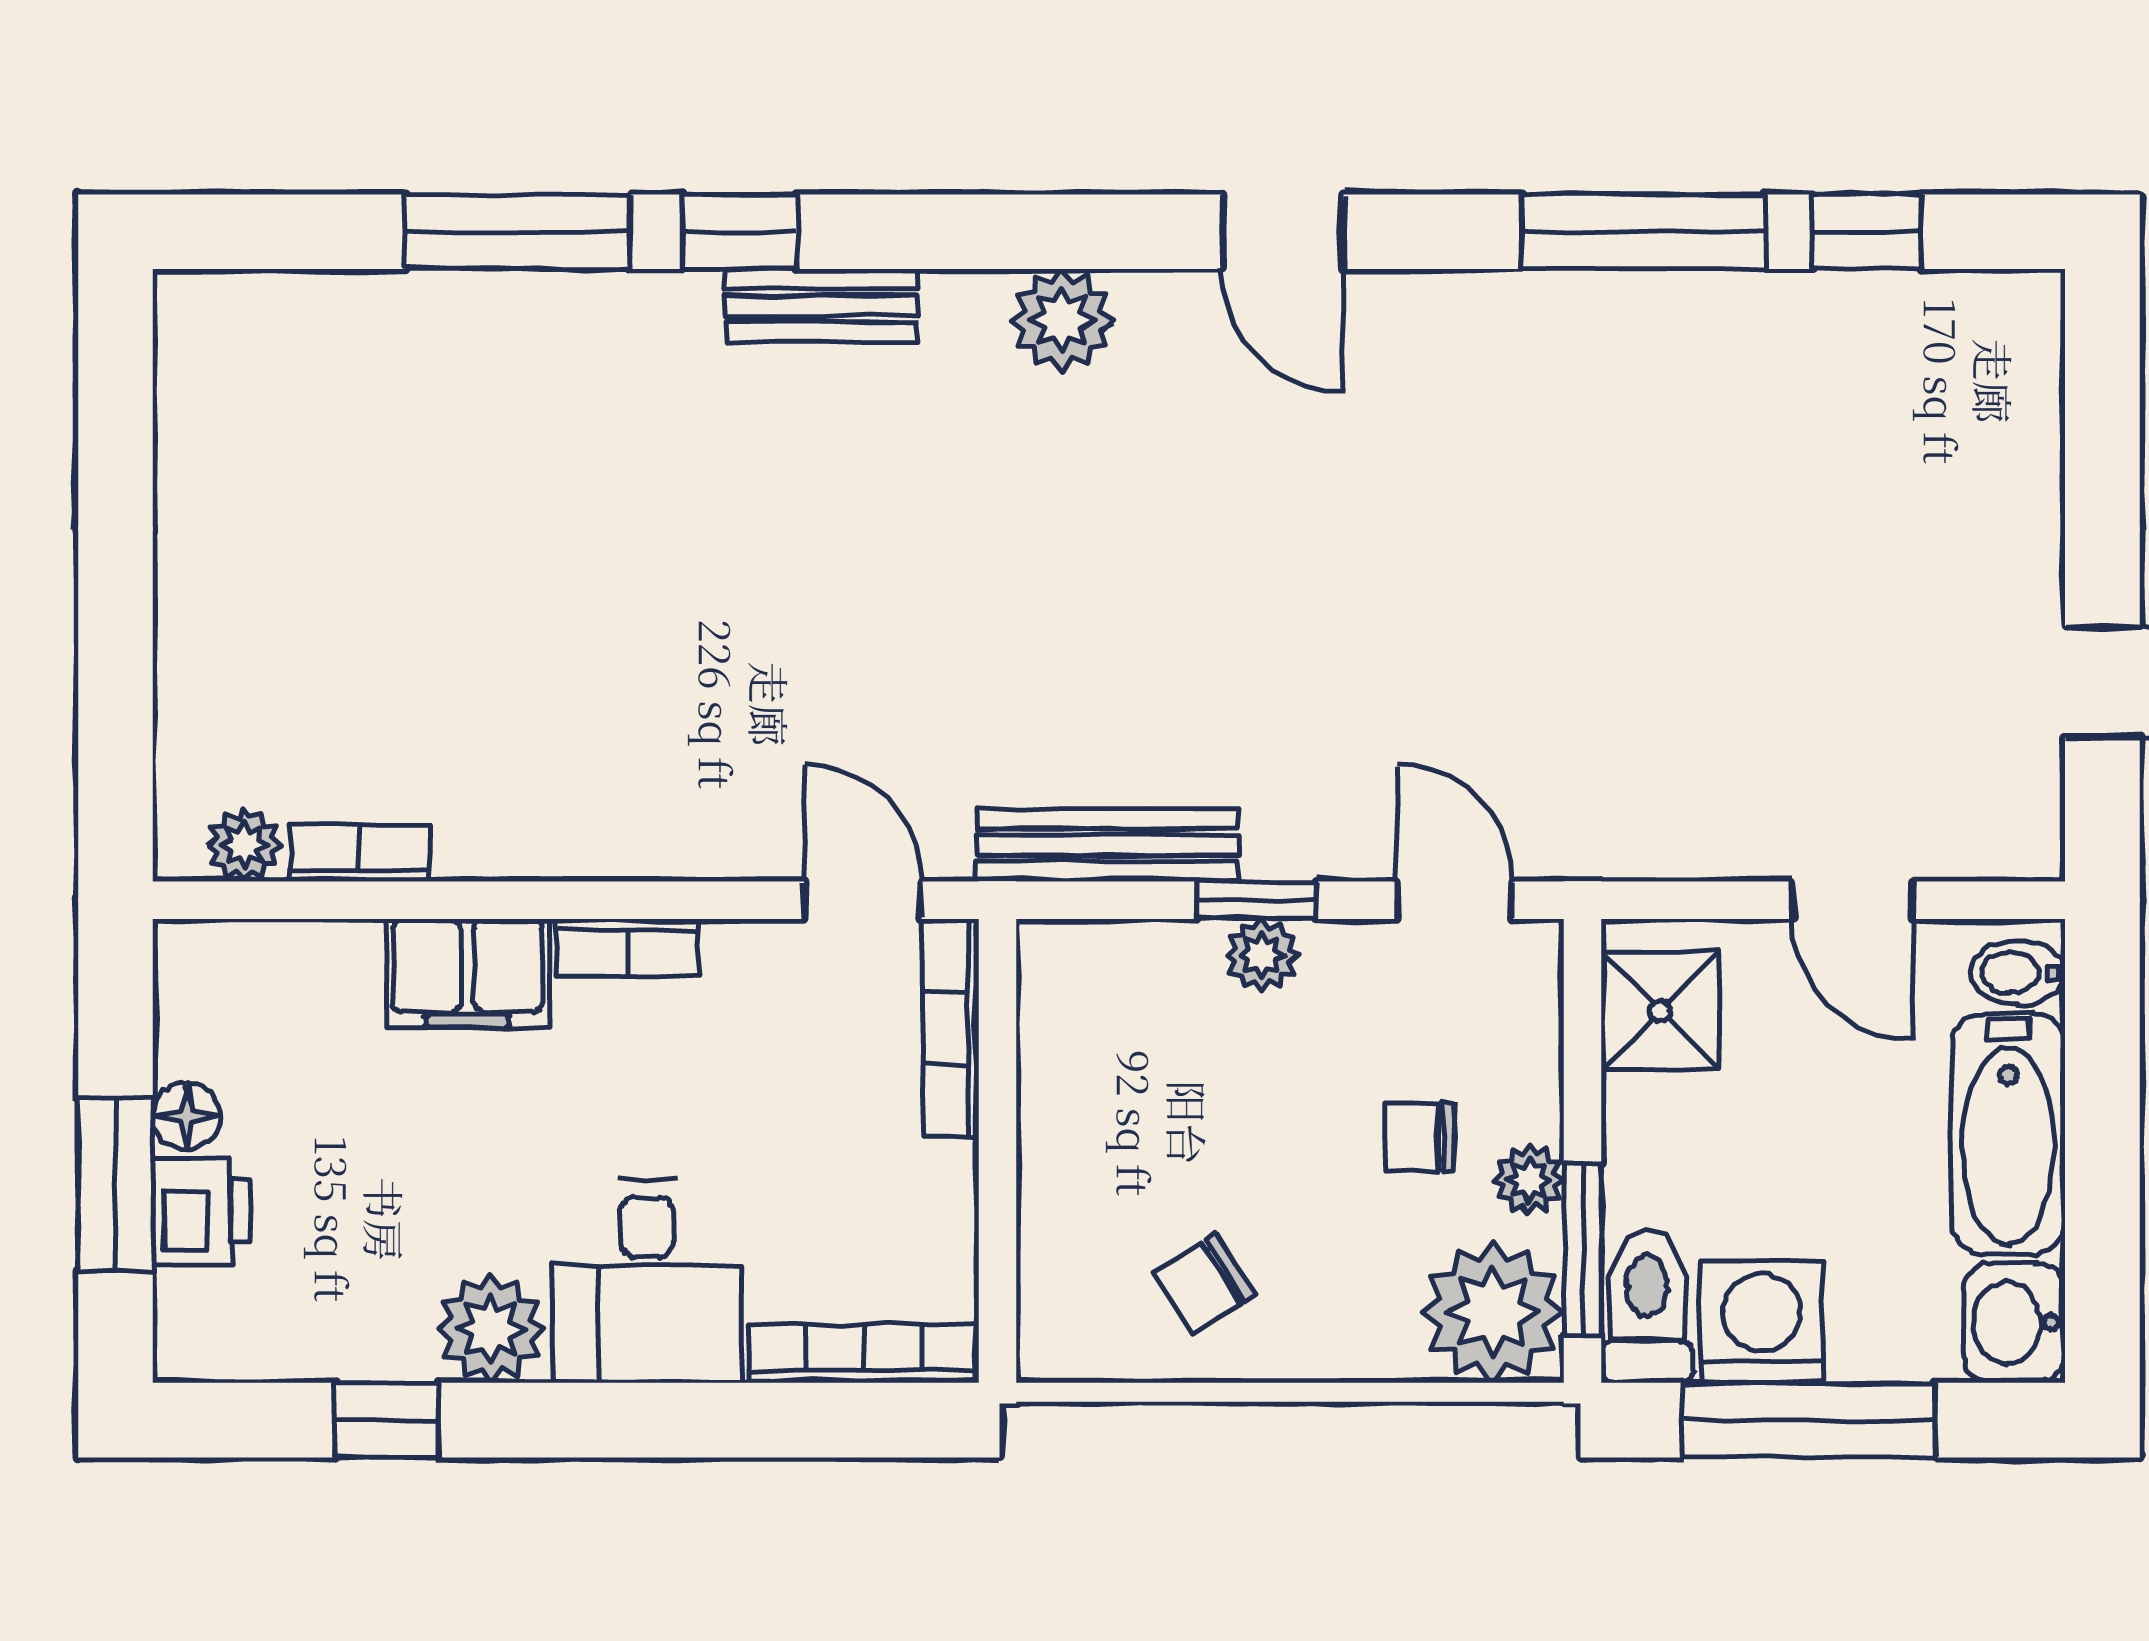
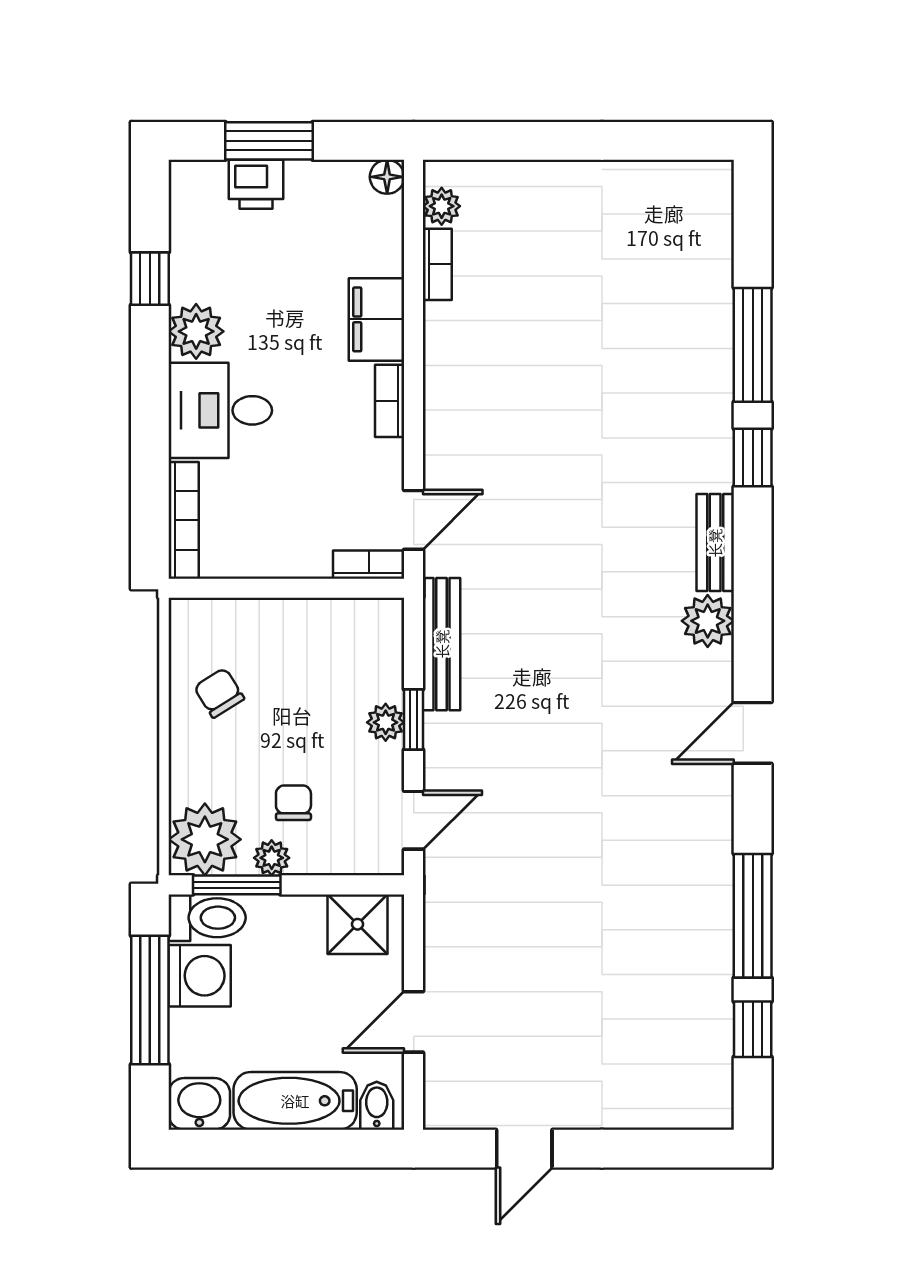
bench: (821, 305) -> (715, 543), moved
bookcase: (951, 1028) -> (369, 565), width x0.64
floor lamp: (186, 1116) -> (387, 177), moved

